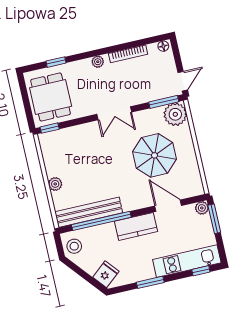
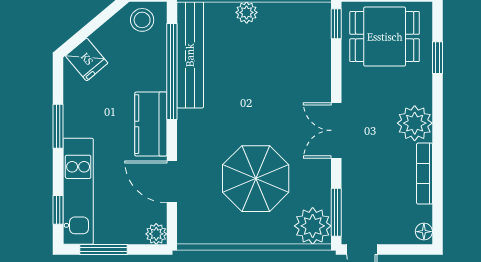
plant: (98, 62) -> (415, 123), width x1.88, depth x1.88
door: (168, 206) -> (172, 182), swing flipped
window: (214, 219) -> (104, 250), moved

